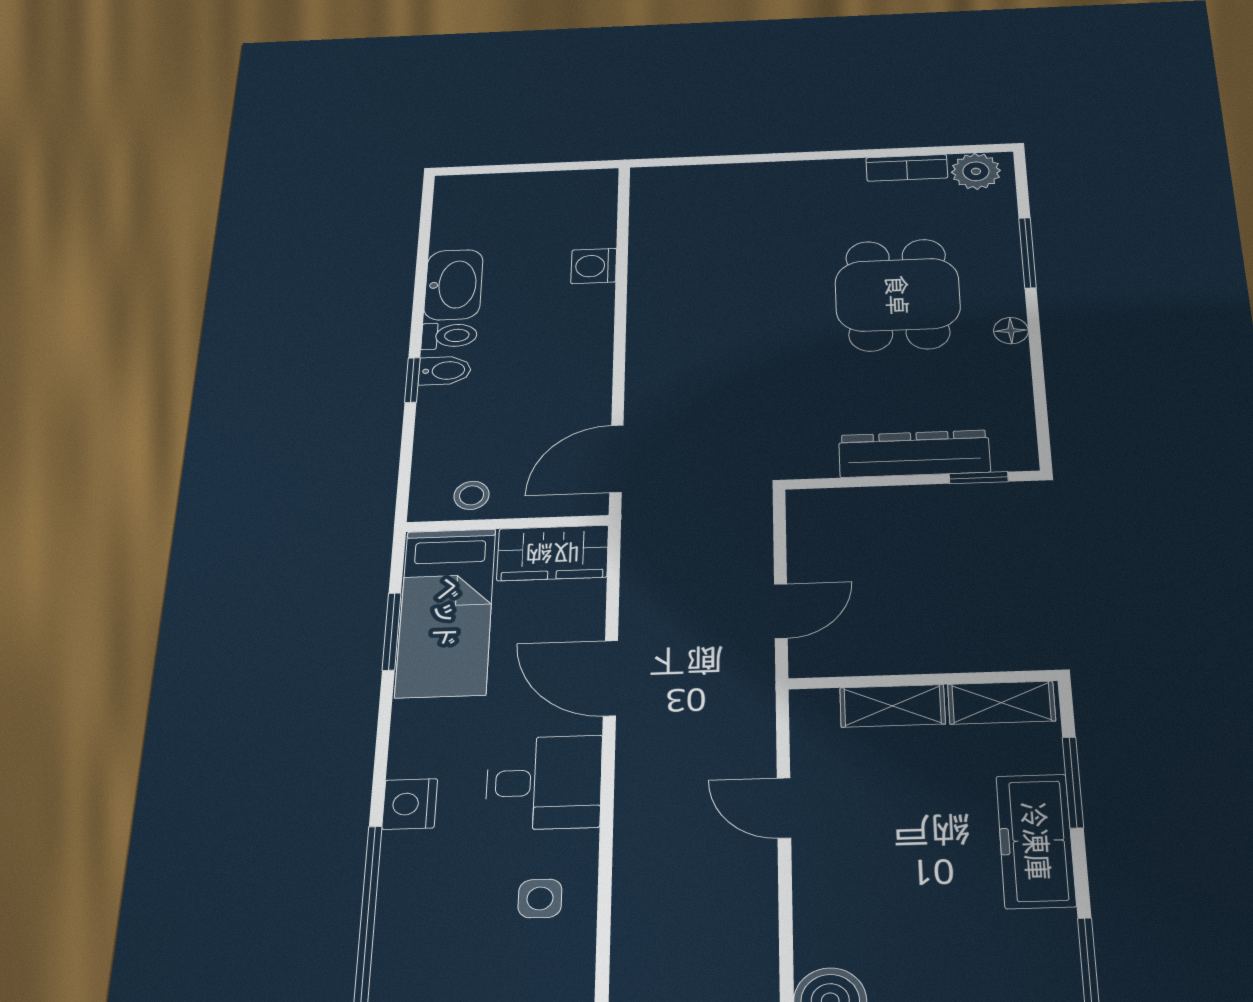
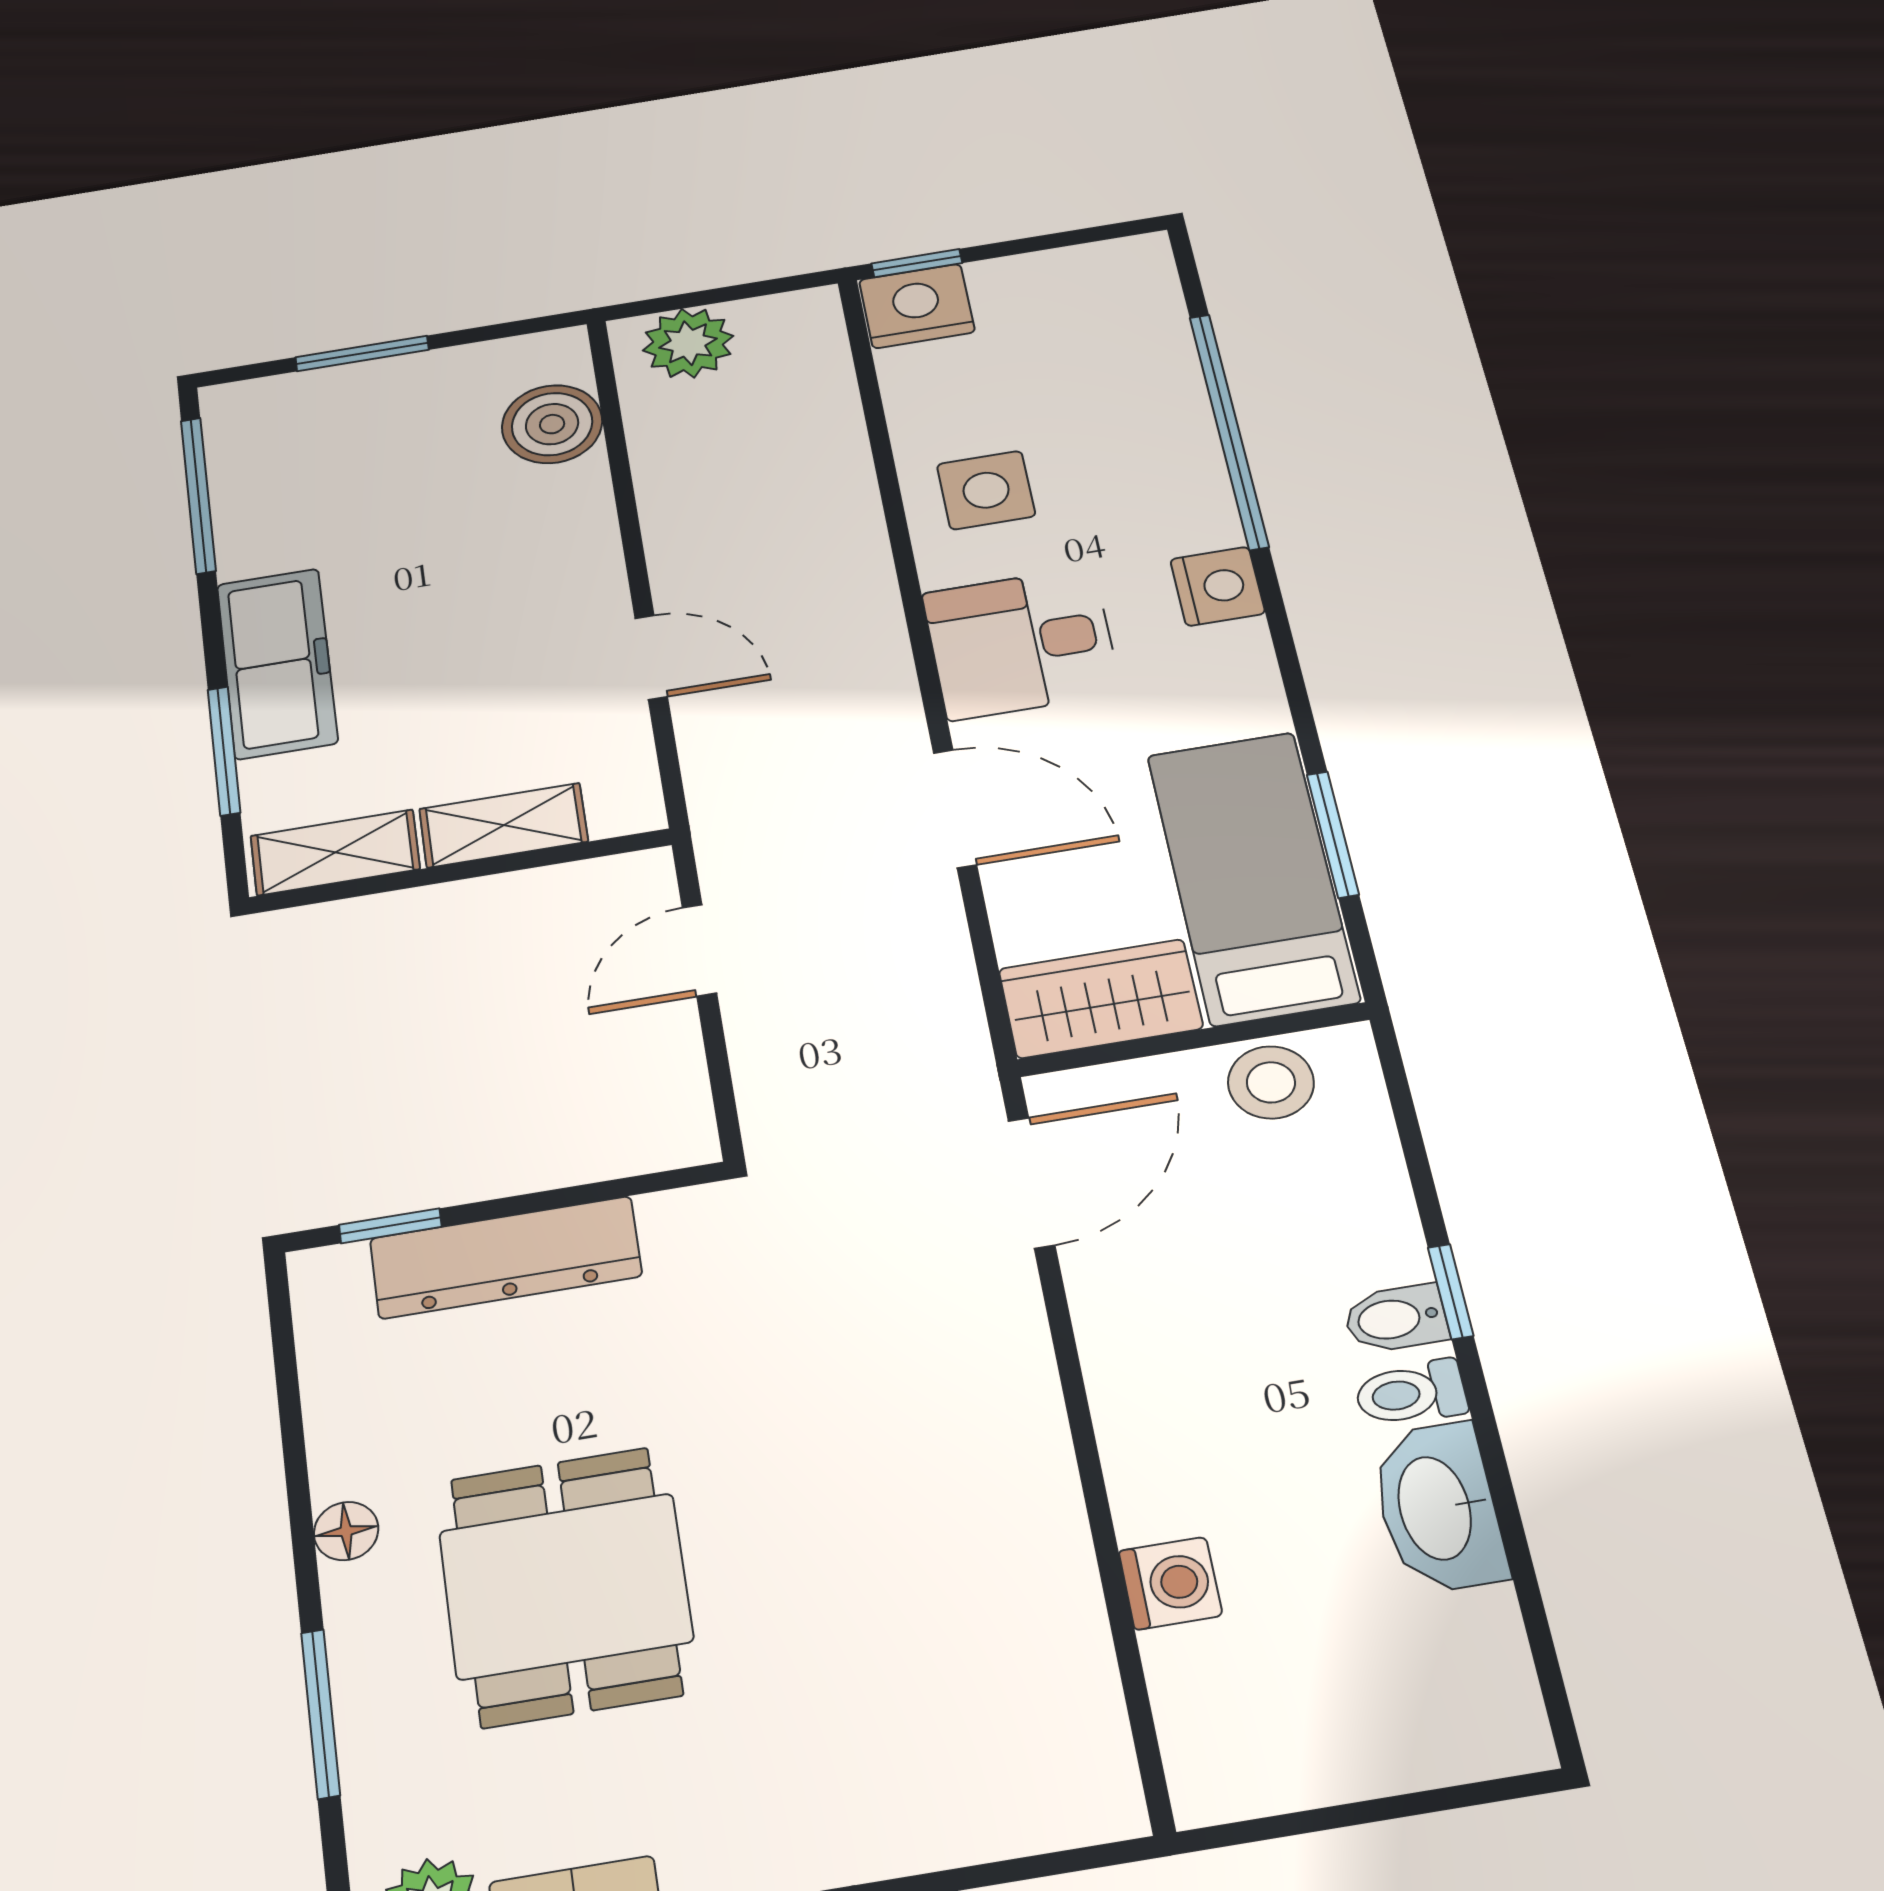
stool: (472, 495) -> (1271, 1082), width x1.37, depth x1.37
side table: (540, 898) -> (986, 490), width x1.37, depth x1.37

